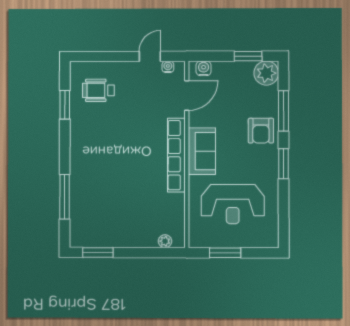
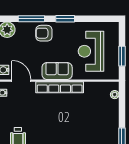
armchair: (261, 131) -> (44, 33), turned 180
reception desk: (233, 204) -> (91, 51), turned 180

